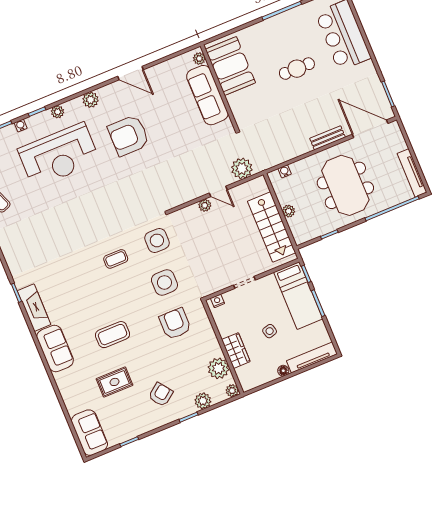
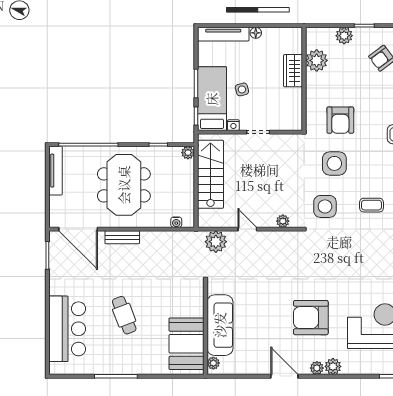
cafe table: (297, 69) -> (124, 315), turned 69
plant: (58, 112) -> (317, 368), moved
armchair: (129, 135) -> (311, 318), turned 180
plant: (205, 205) -> (283, 221), moved
plant: (289, 211) -> (188, 153), moved
nightstand: (217, 301) -> (233, 125), moved
side table: (270, 331) -> (242, 89), moved
plant: (232, 391) -> (312, 34), removed

